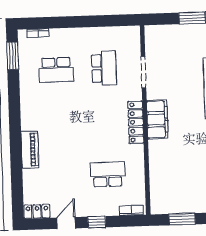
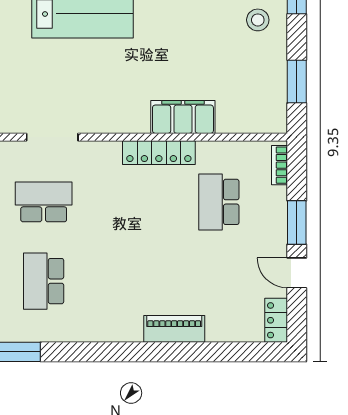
school desk: (56, 70) -> (44, 281), turned 180
filing cabinet: (157, 119) -> (183, 117), moved
locker: (136, 122) -> (159, 153), moved
window: (97, 222) -> (297, 222), width x1.50

